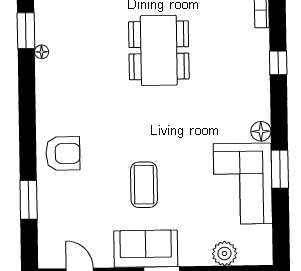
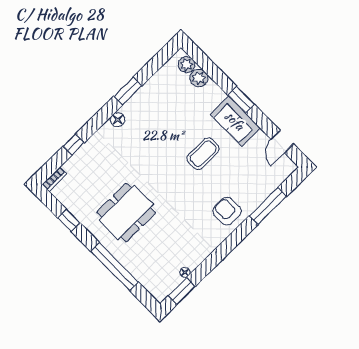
corner sofa: (243, 184) -> (154, 103), removed
window: (29, 200) -> (268, 206), width x1.44
plant: (250, 254) -> (187, 65), added

